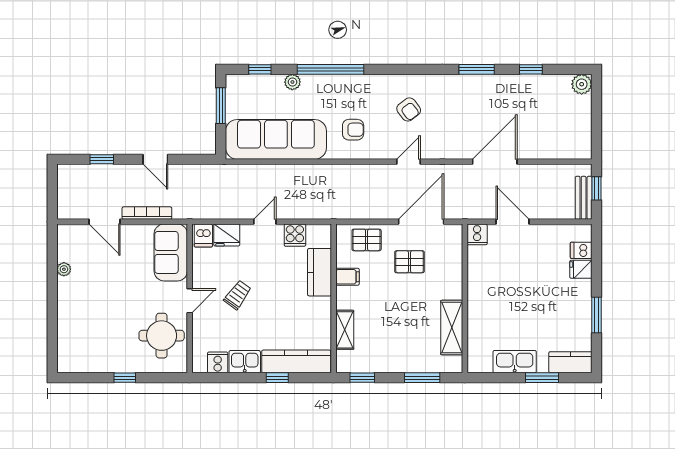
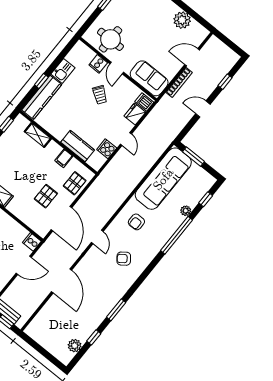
plant: (582, 84) -> (75, 346), moved
window: (221, 106) -> (194, 157), moved
plant: (64, 269) -> (182, 20), width x1.88, depth x1.88
cooker: (218, 362) -> (98, 64), moved, turned 90

